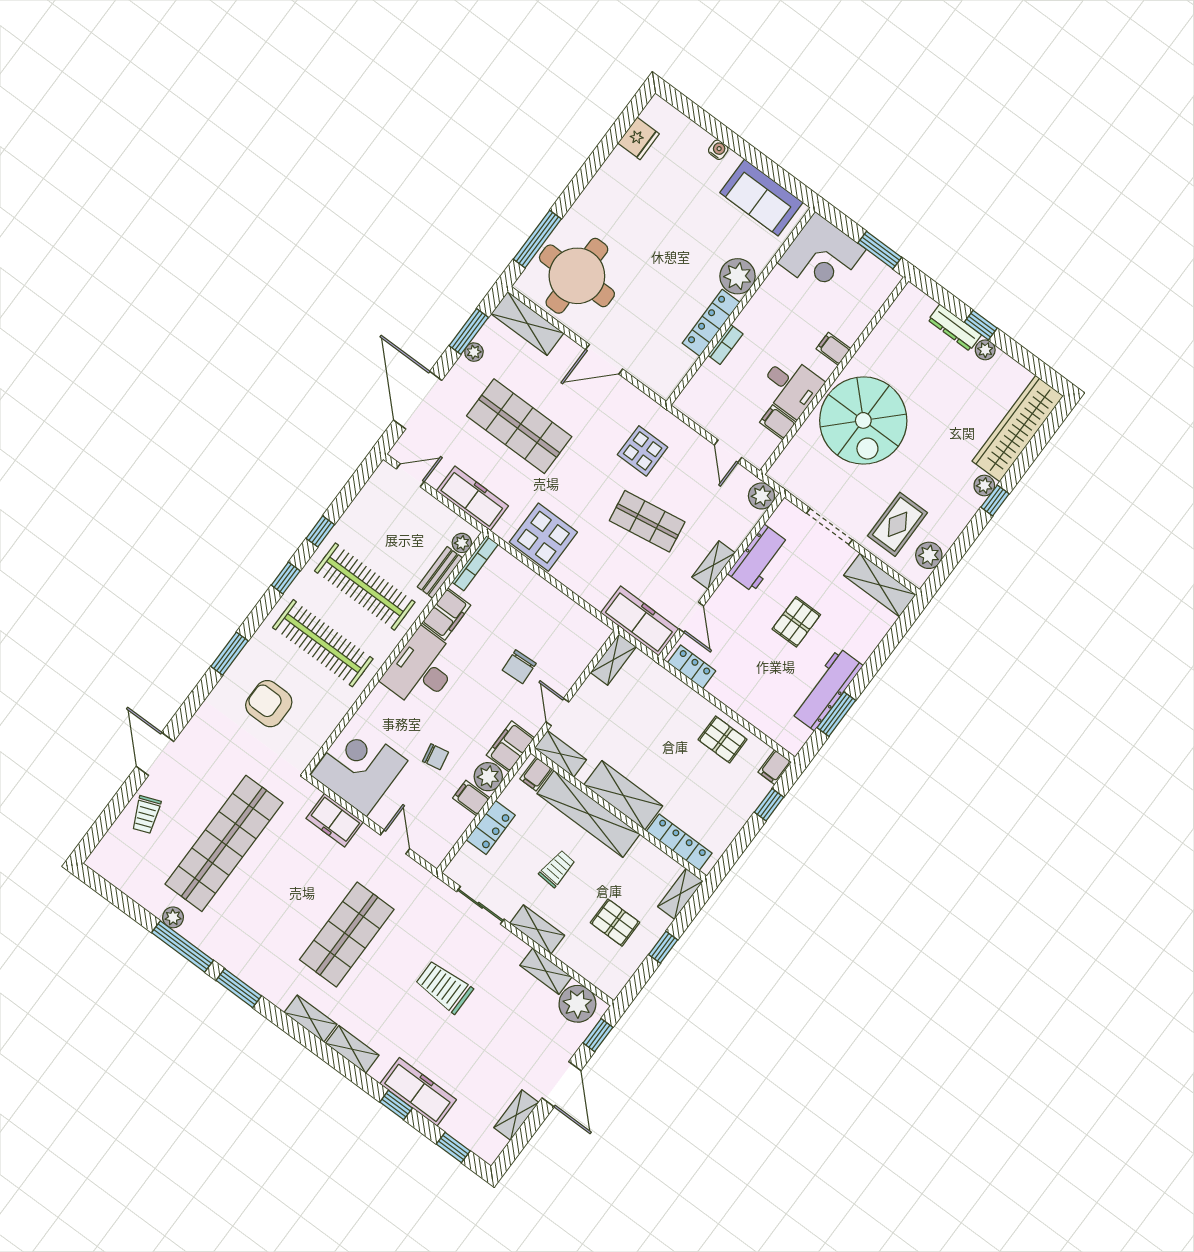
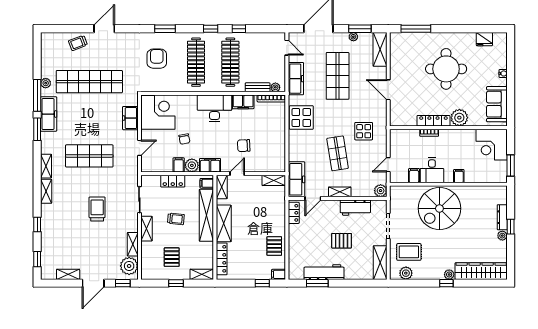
round table: (577, 276) -> (446, 69), moved
freezer: (418, 1092) -> (49, 114), moved

